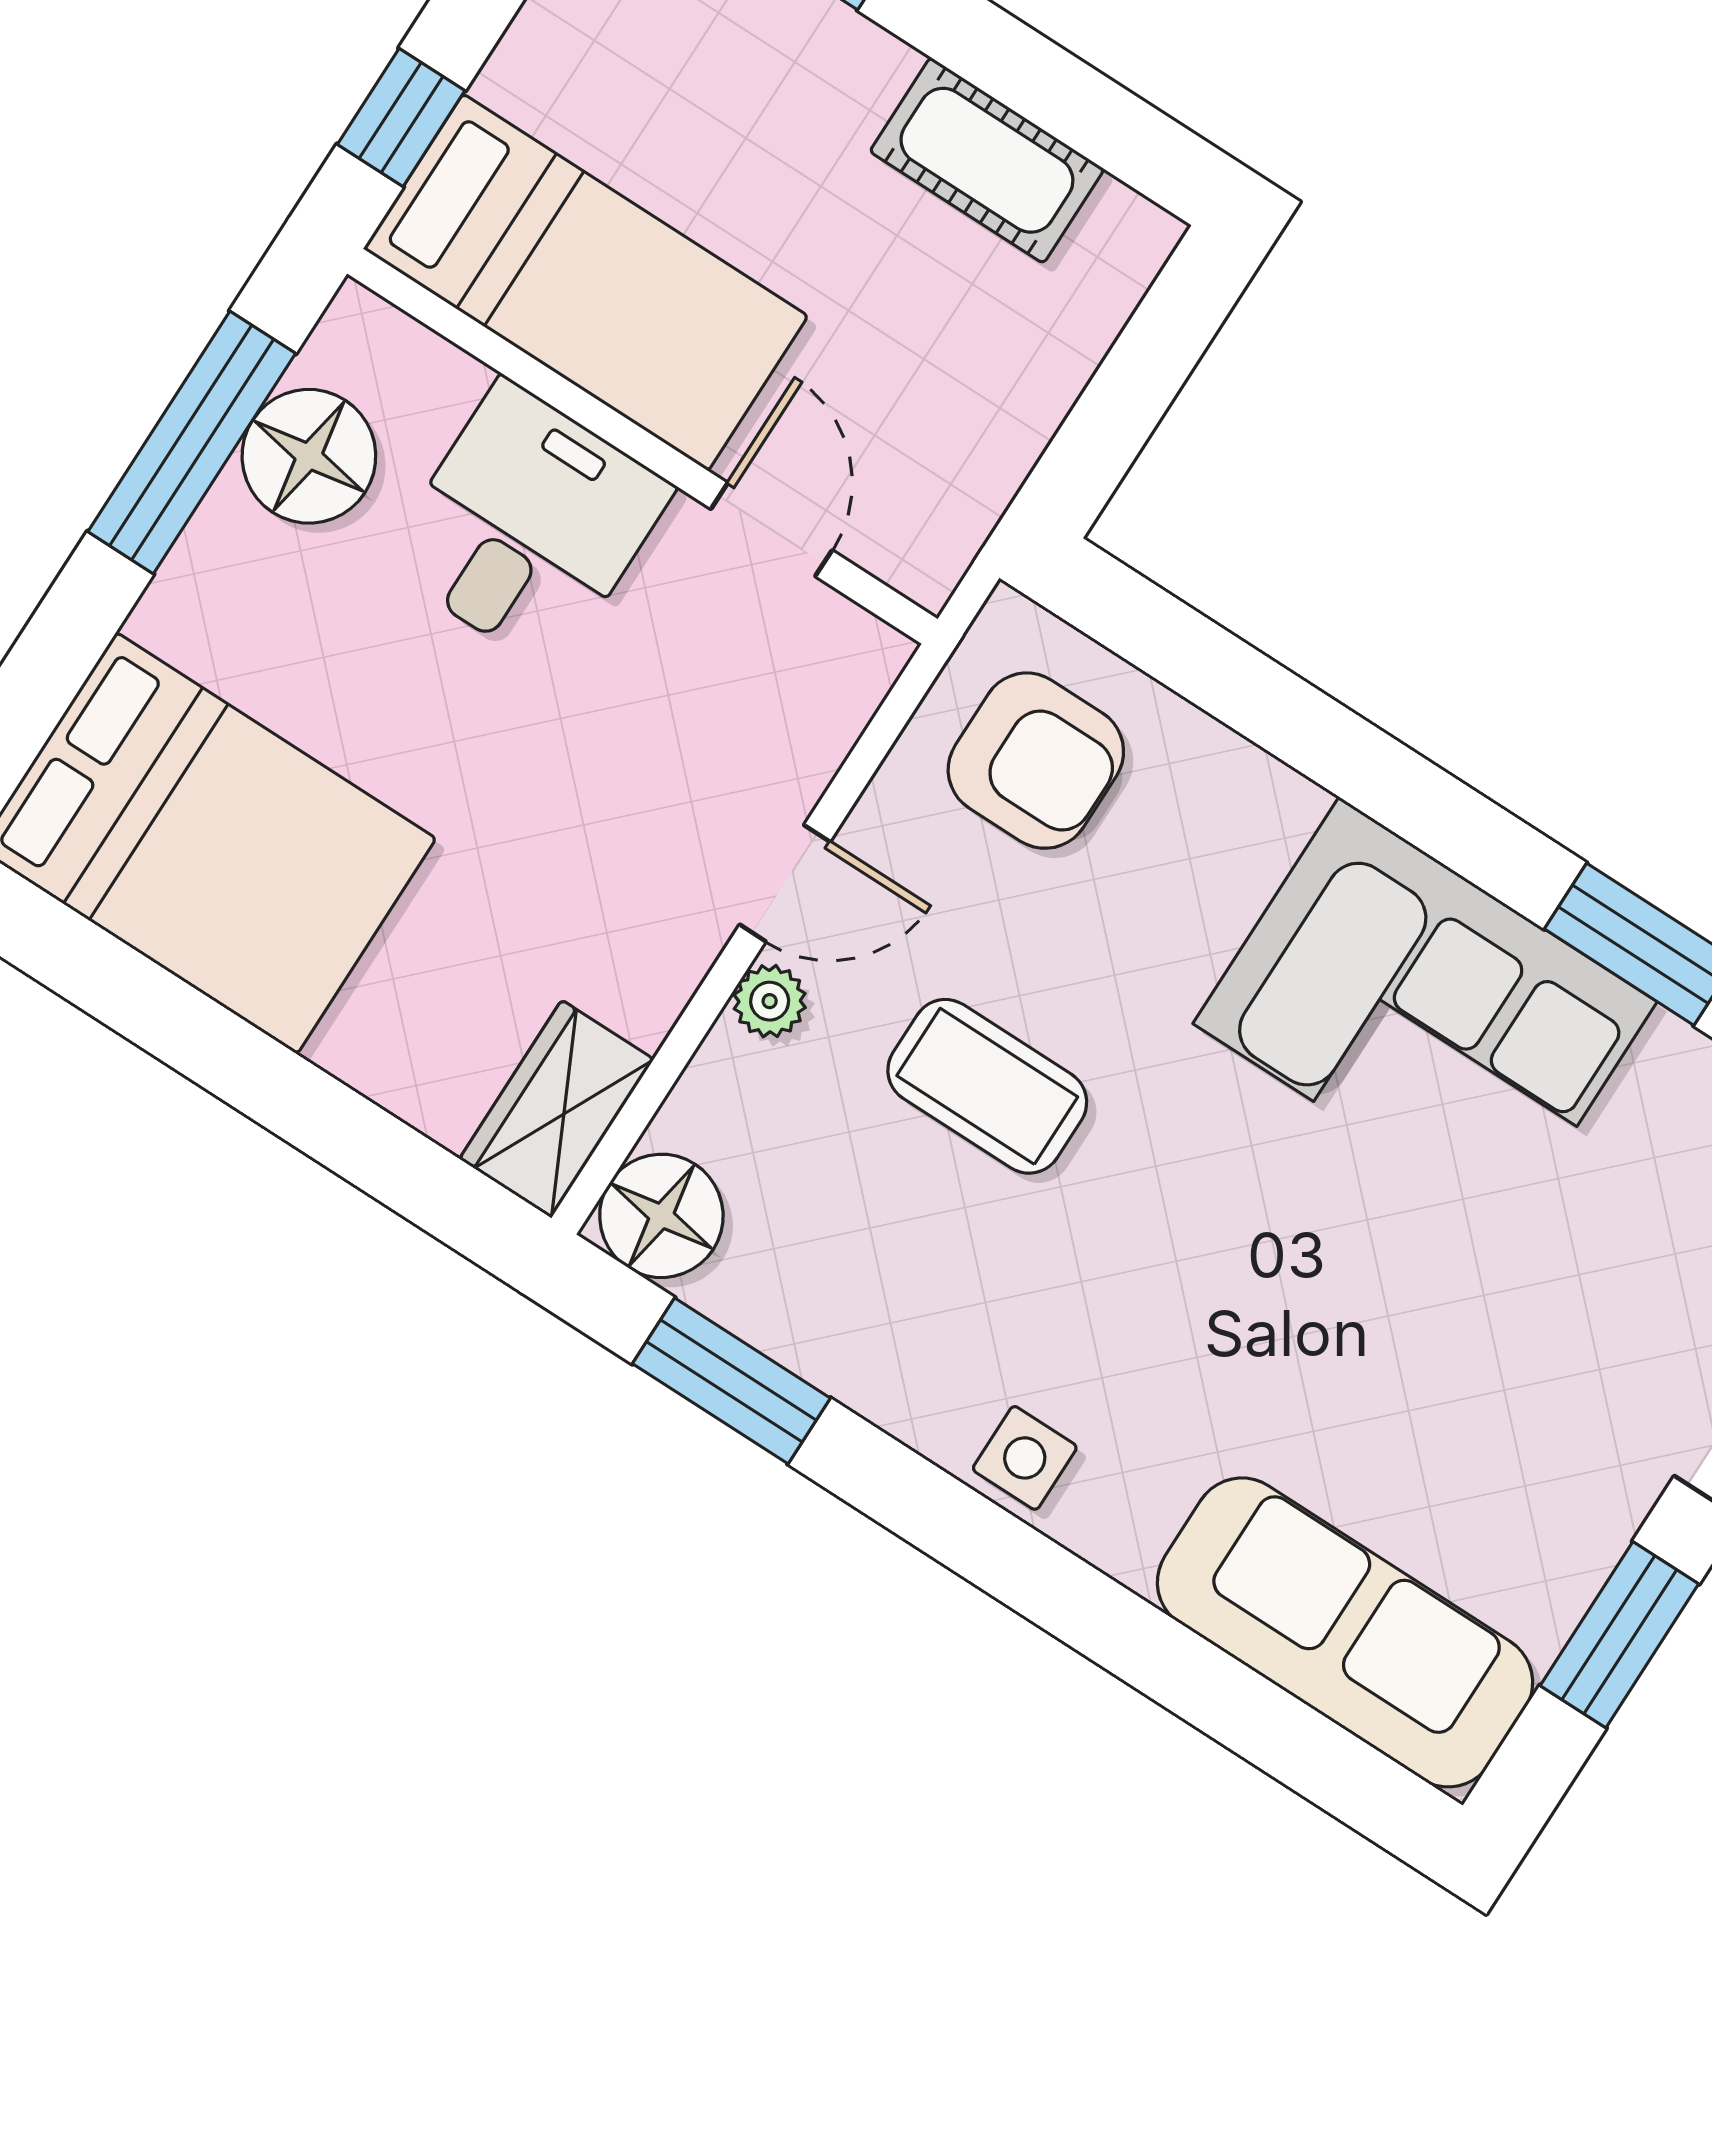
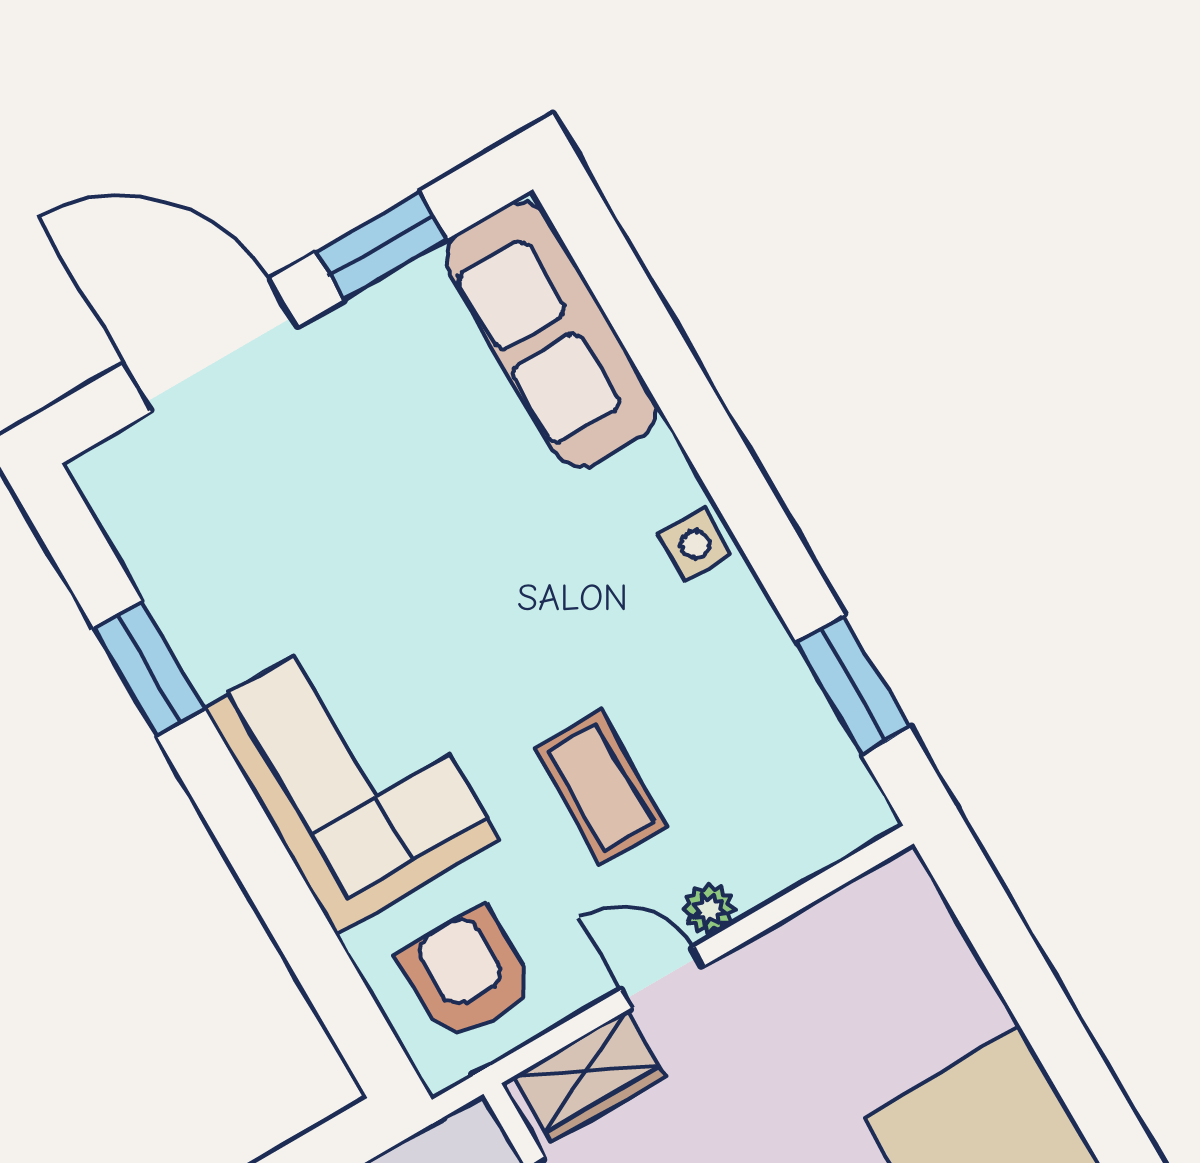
corner sofa: (1425, 1013) -> (351, 774), moved
wardrobe: (557, 1109) -> (589, 1077), moved
floor lamp: (661, 1216) -> (845, 810), removed

